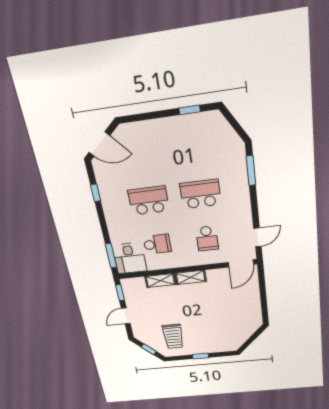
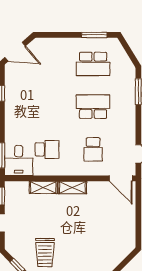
window: (190, 110) -> (94, 35), width x1.50
school desk: (149, 201) -> (93, 64), moved, turned 180
door: (241, 263) -> (121, 178), hinge flipped

